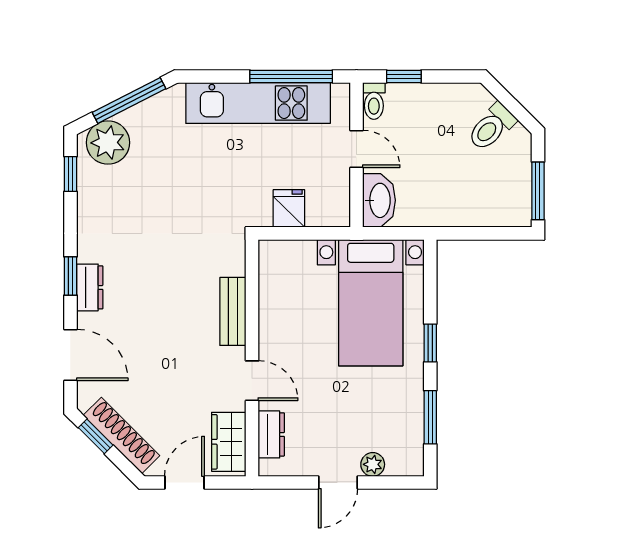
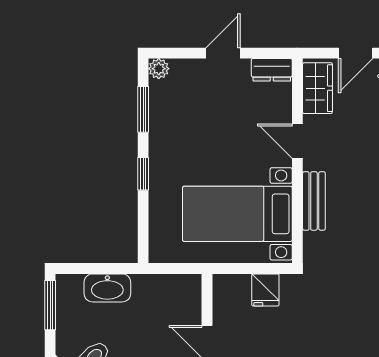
washbasin: (379, 200) -> (107, 288), moved, turned -90
bed with nightstands: (371, 303) -> (237, 214), moved, turned -90
dresser: (271, 434) -> (272, 70), moved, turned -90
plant: (373, 464) -> (159, 69), moved

